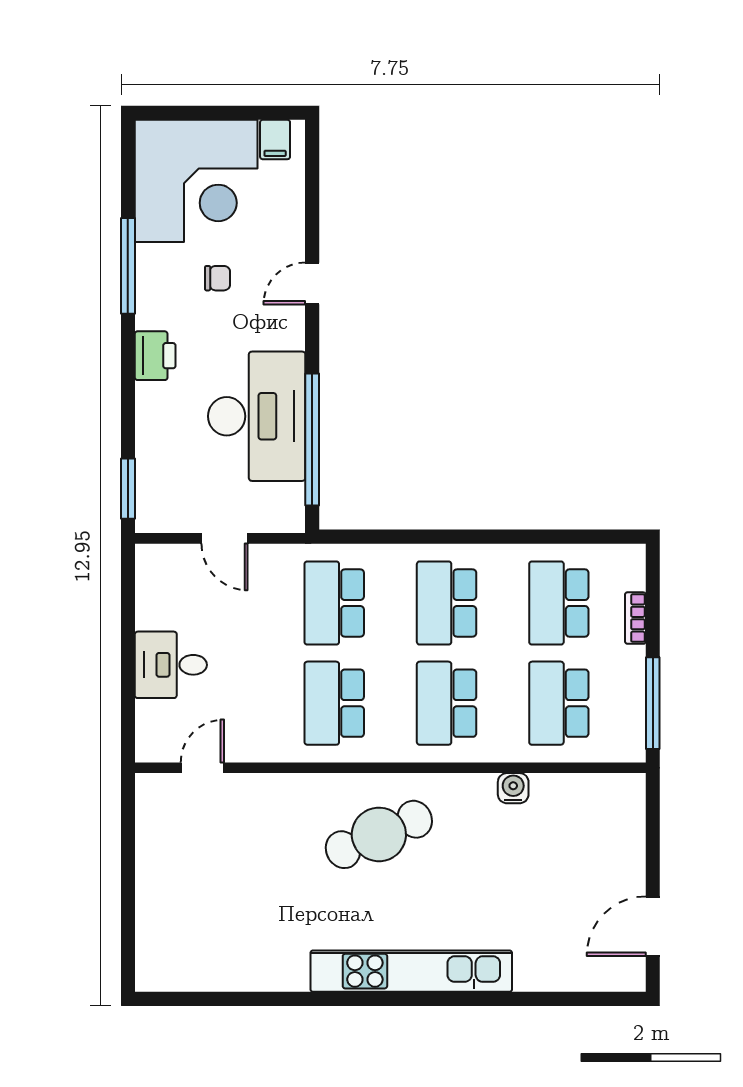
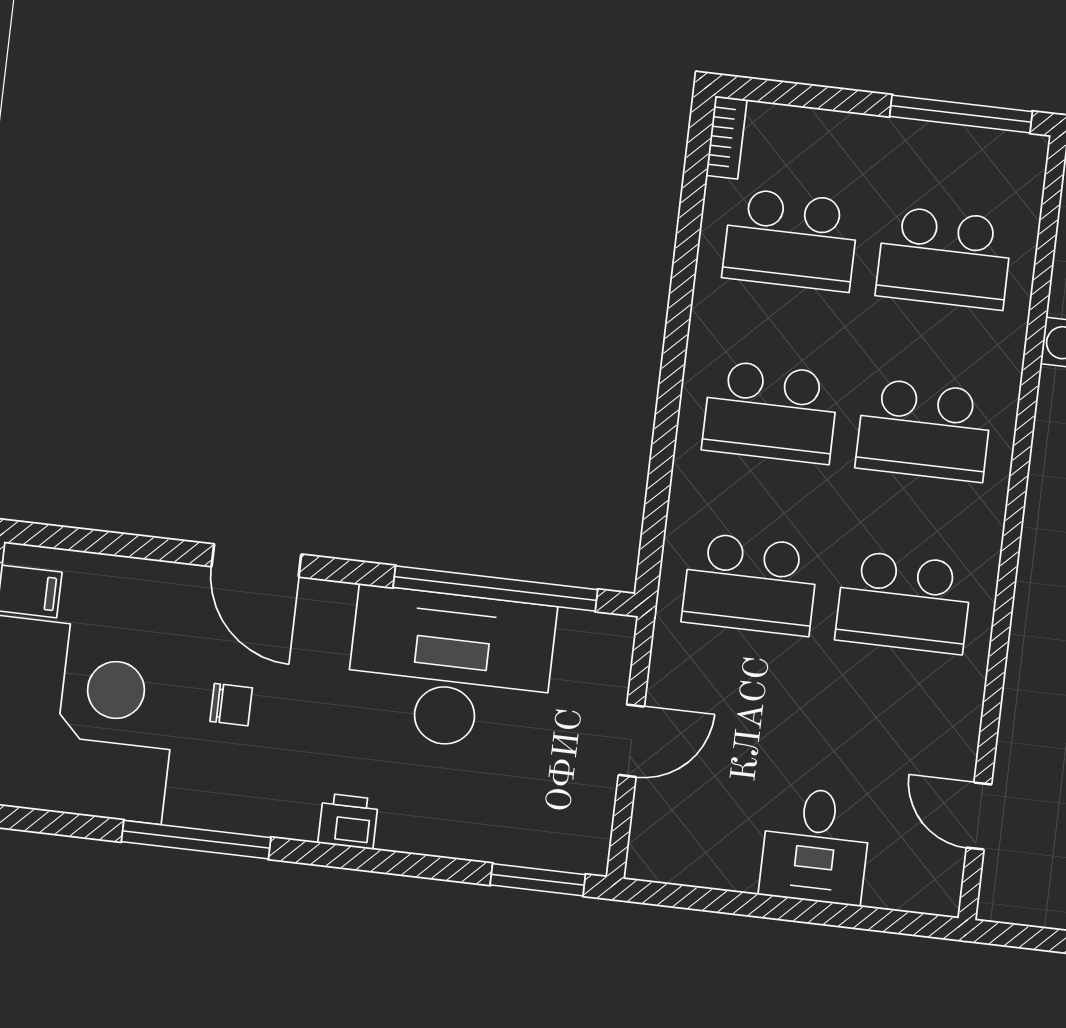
chair: (218, 278) -> (231, 705), turned 90
door: (312, 283) -> (256, 560), width x1.38
printer: (155, 356) -> (348, 821), width x0.73, depth x0.81
bookcase: (635, 618) -> (726, 137), moved, turned -90

